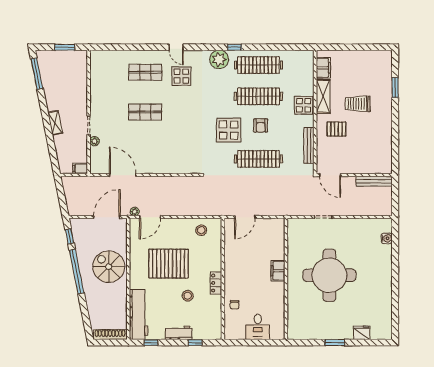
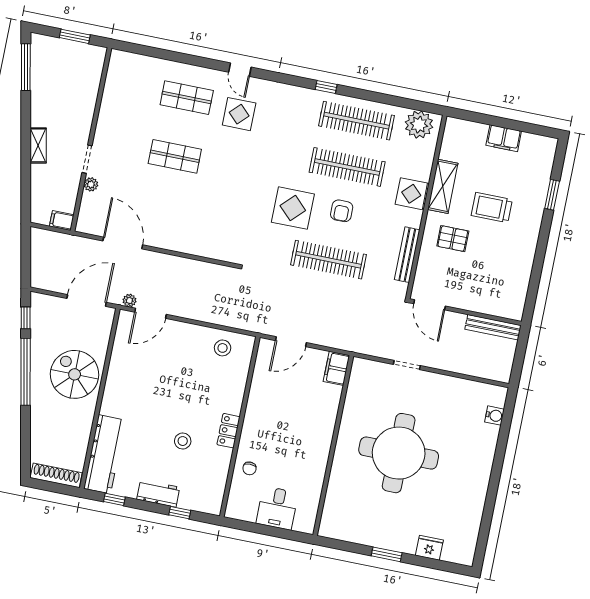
plant: (219, 59) -> (419, 125), moved
filing cabinet: (323, 68) -> (504, 138), moved, turned 90
pallet: (169, 264) -> (164, 388), removed
filing cabinet: (278, 271) -> (336, 368), moved

